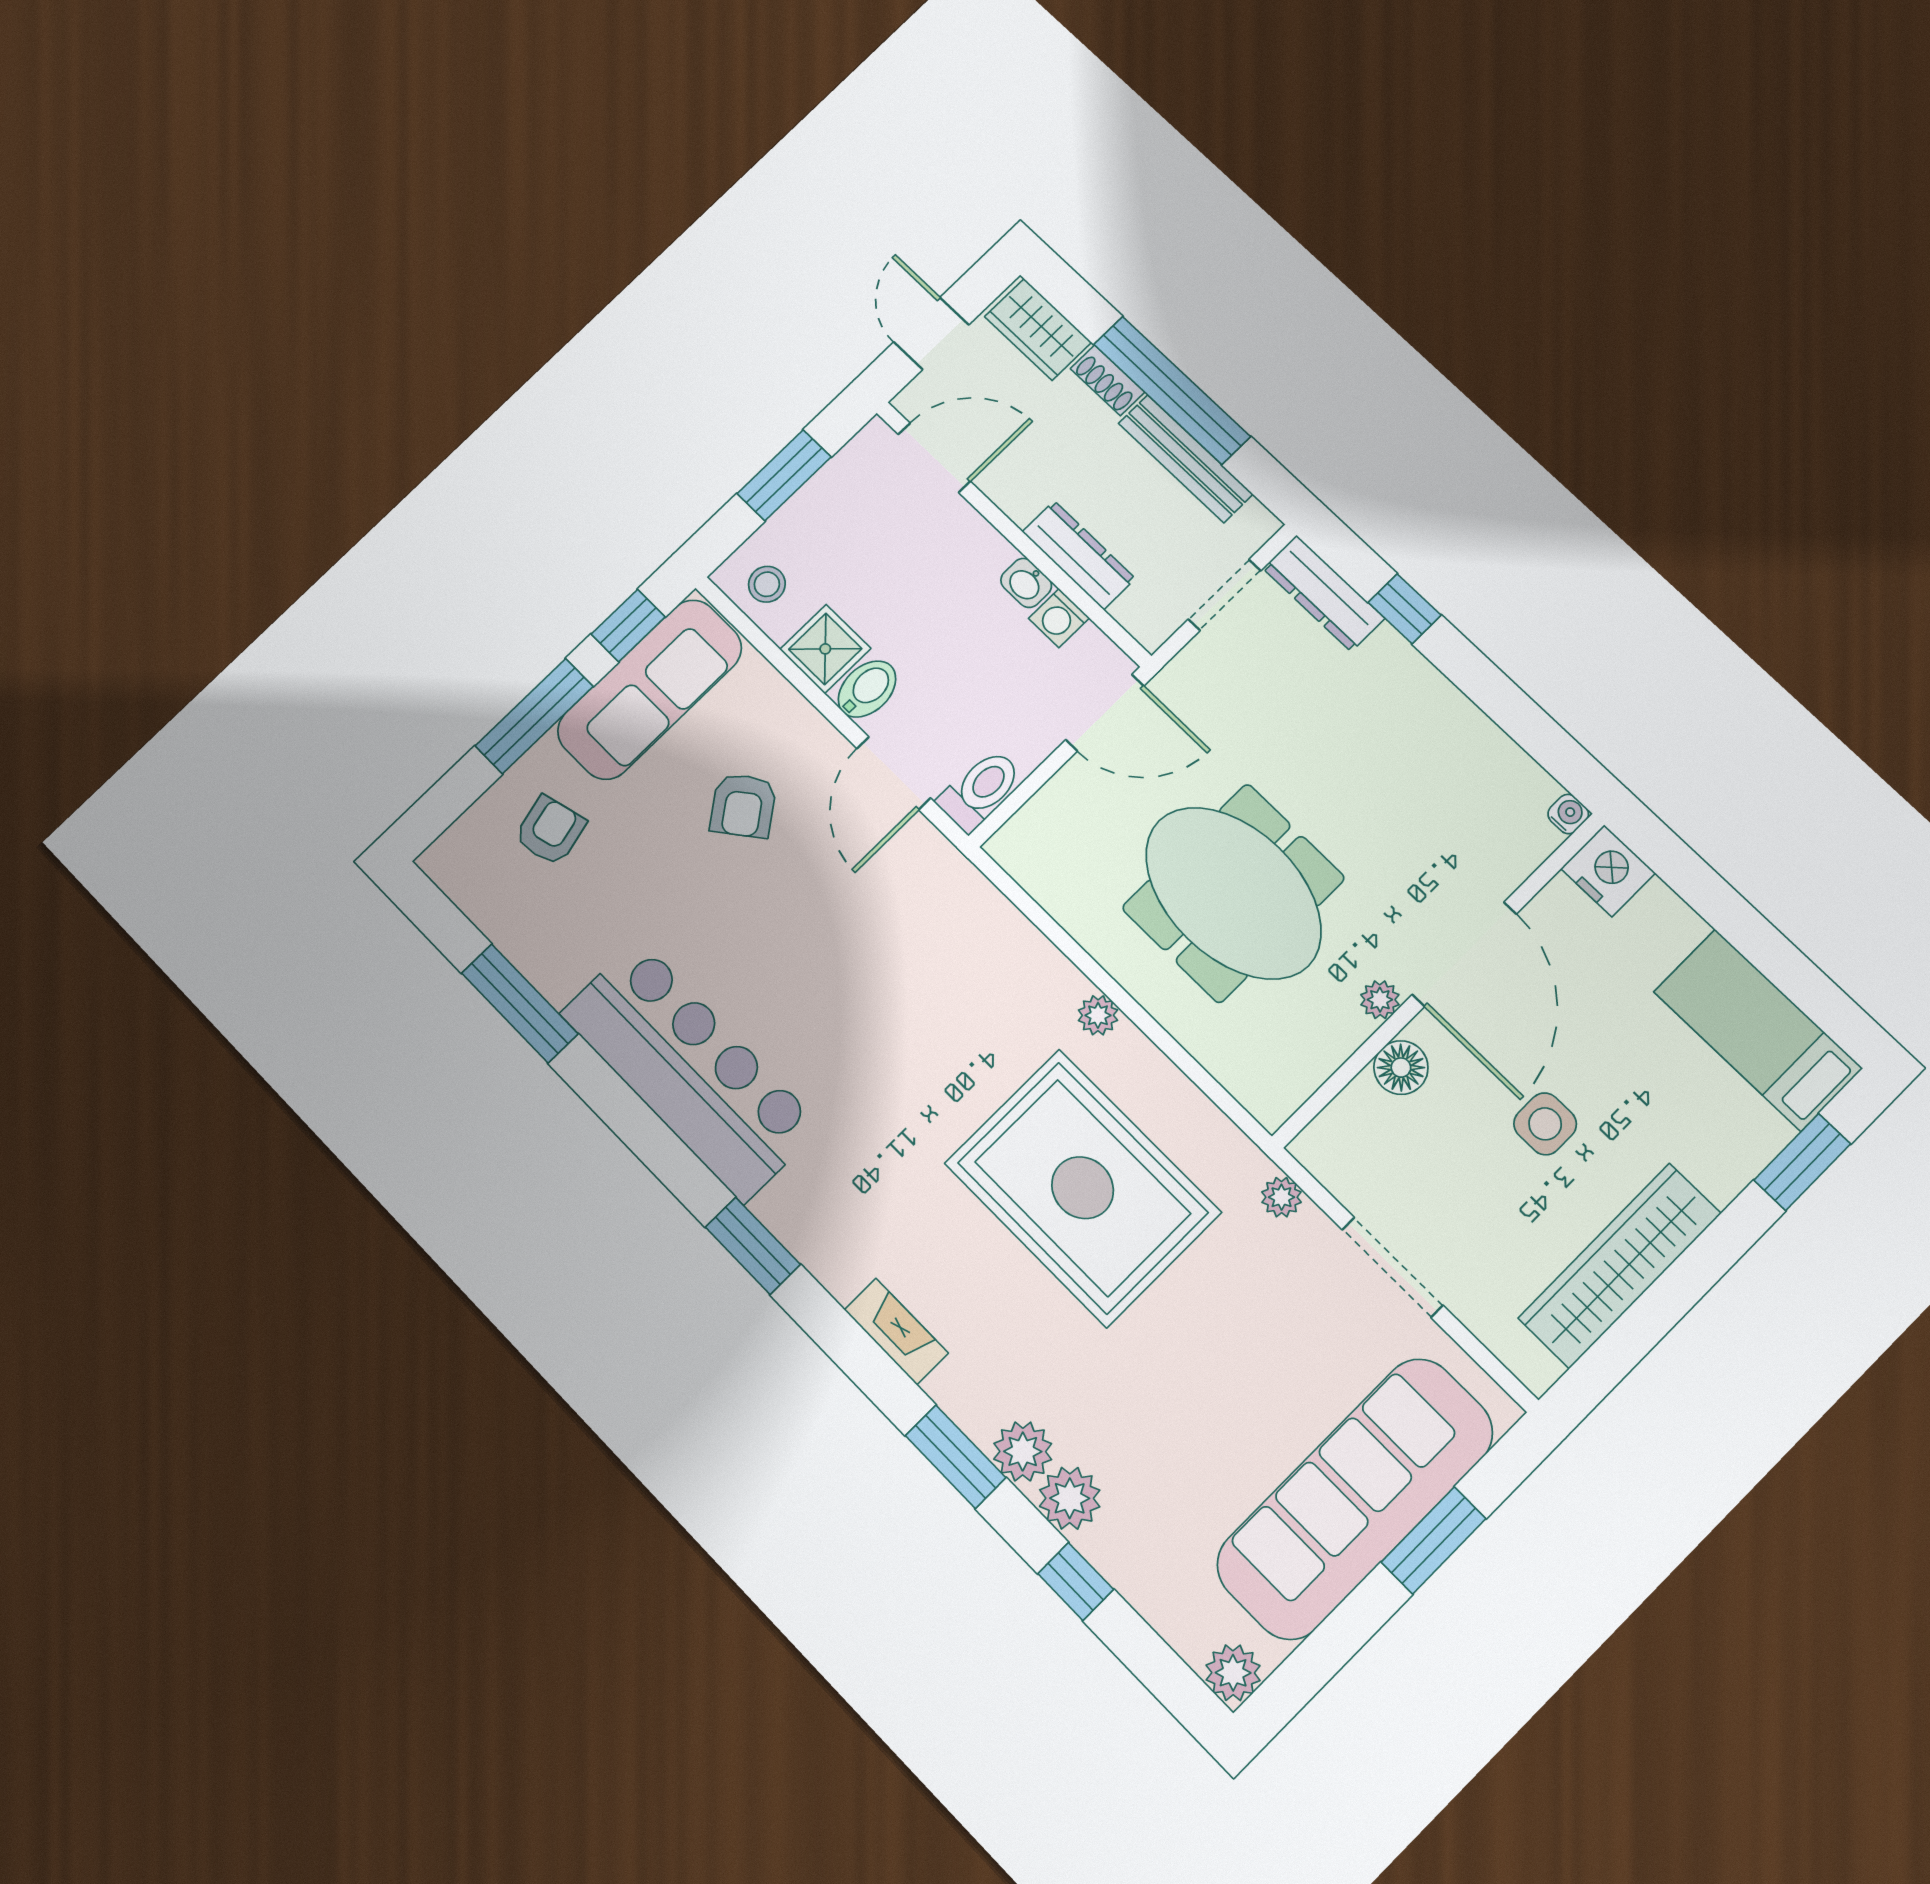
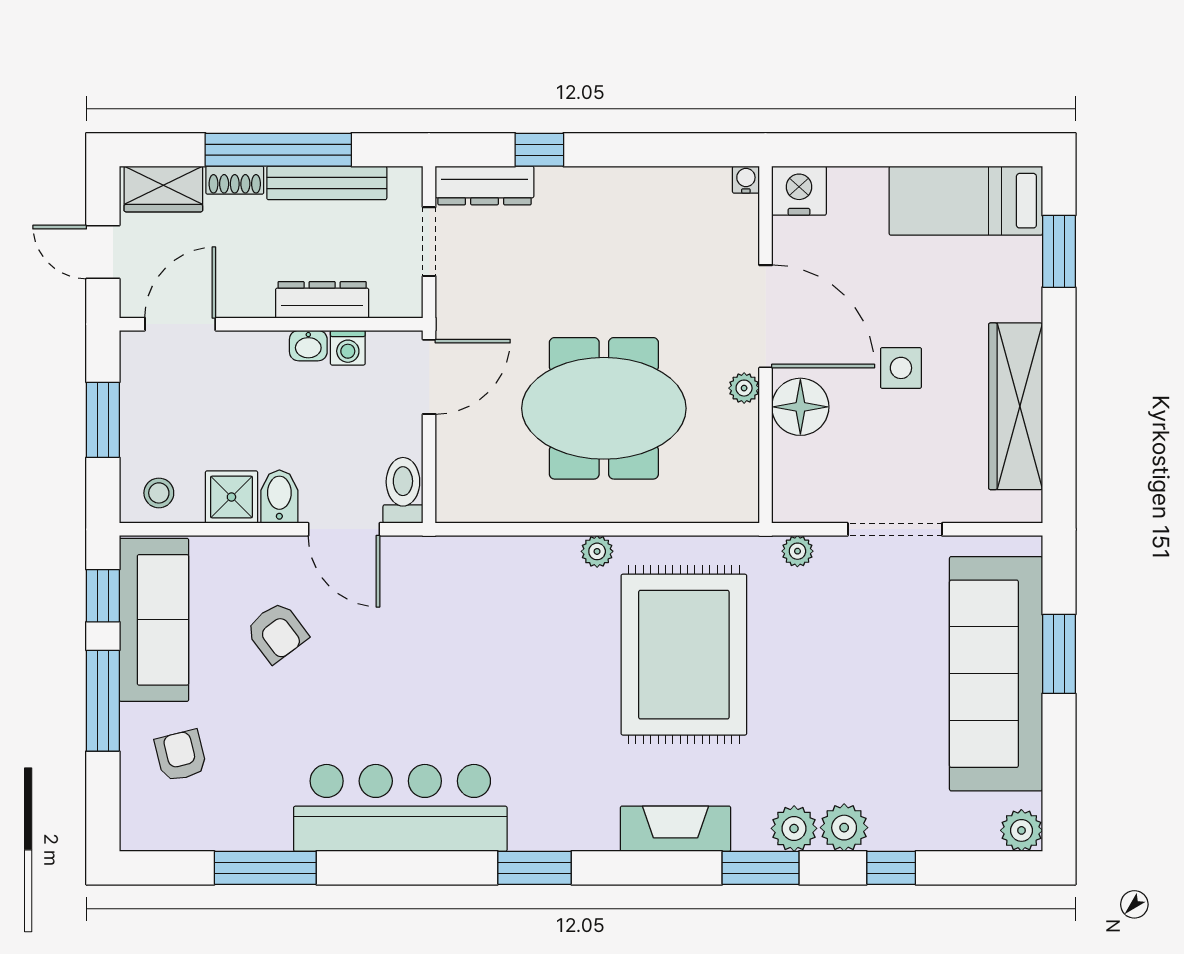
floor lamp: (1401, 1068) -> (800, 407), width x1.38, depth x1.38
rug: (1083, 1188) -> (684, 655), turned 90
fireplace: (896, 1331) -> (675, 829), width x1.37, depth x1.32

